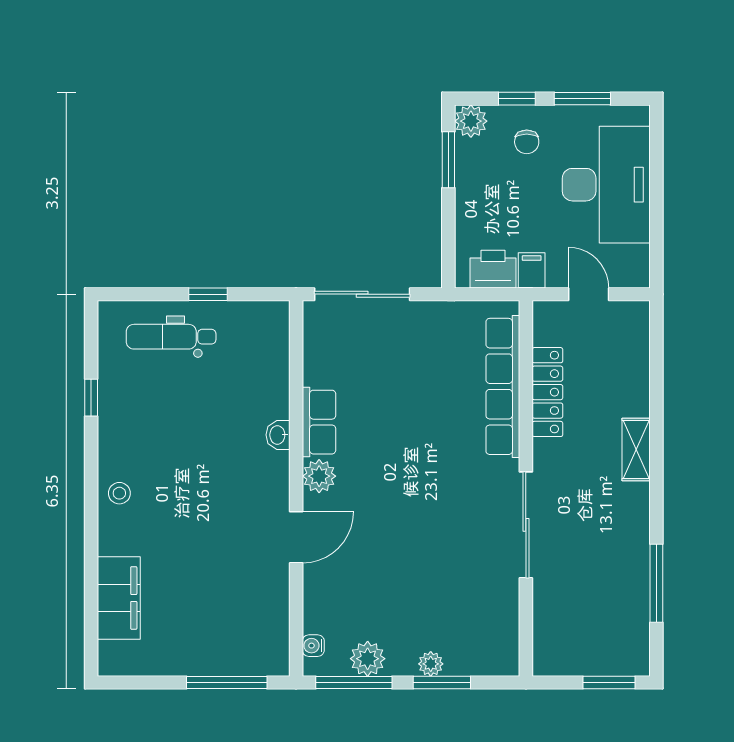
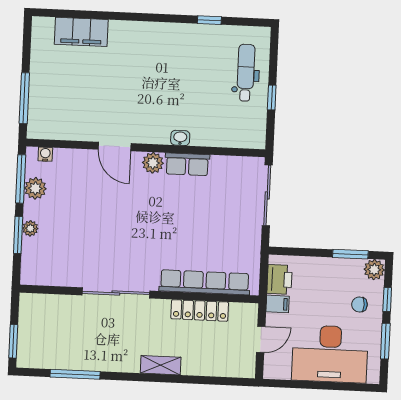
stool: (119, 493) -> (148, 35), removed

